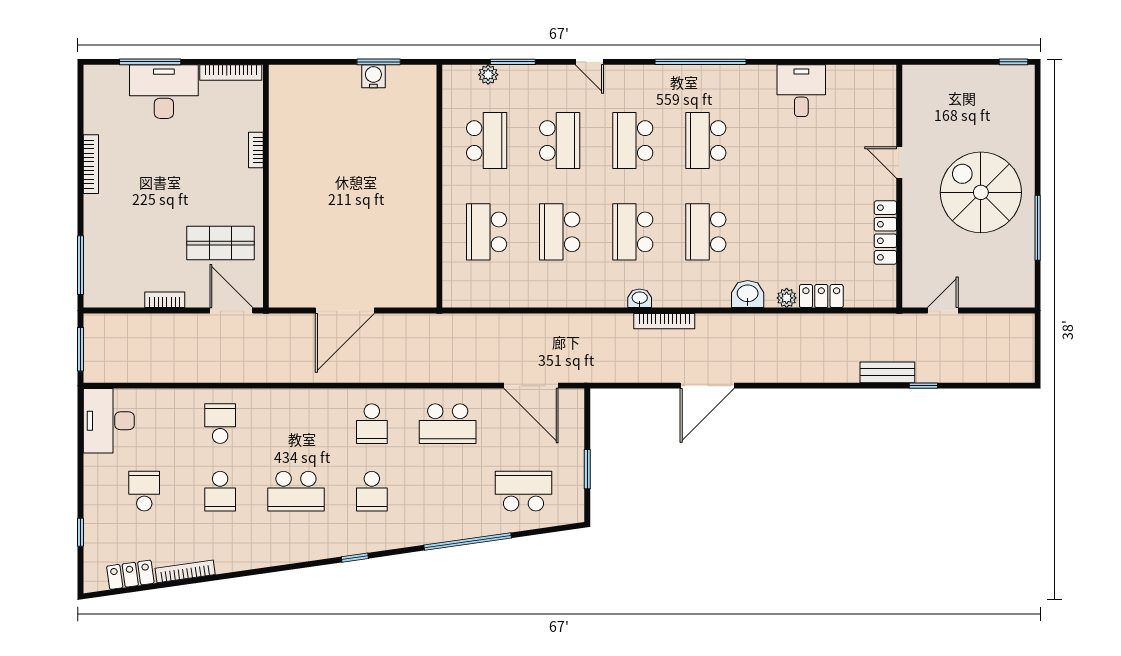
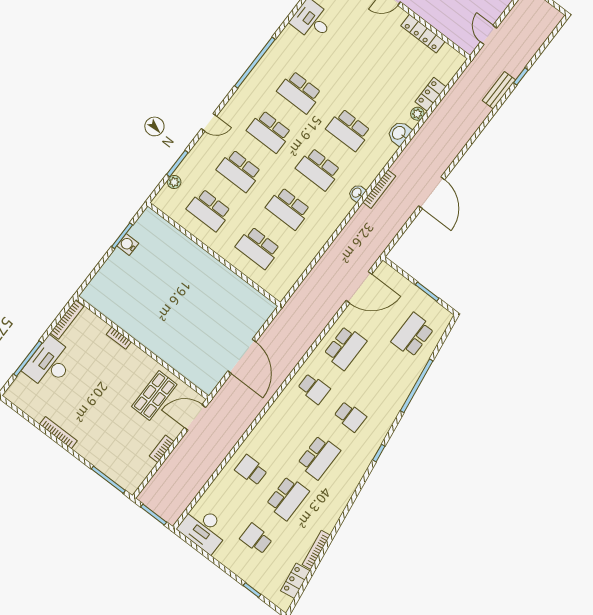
school desk: (487, 141) -> (209, 210), turned 180
school desk: (560, 141) -> (239, 171), turned 180
school desk: (220, 491) -> (287, 498), width x1.85

